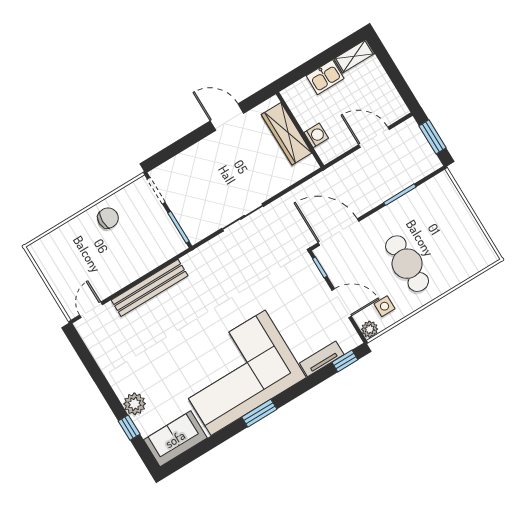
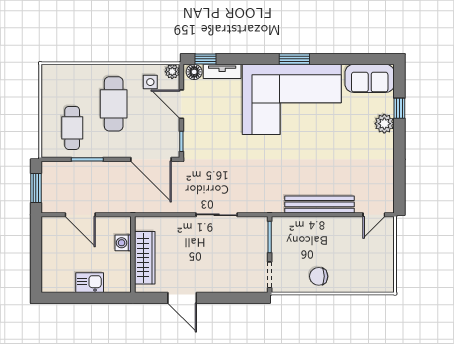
shelving: (354, 56) -> (58, 285), removed
cafe table: (433, 216) -> (72, 128), added
floor lamp: (348, 342) -> (194, 72), added

